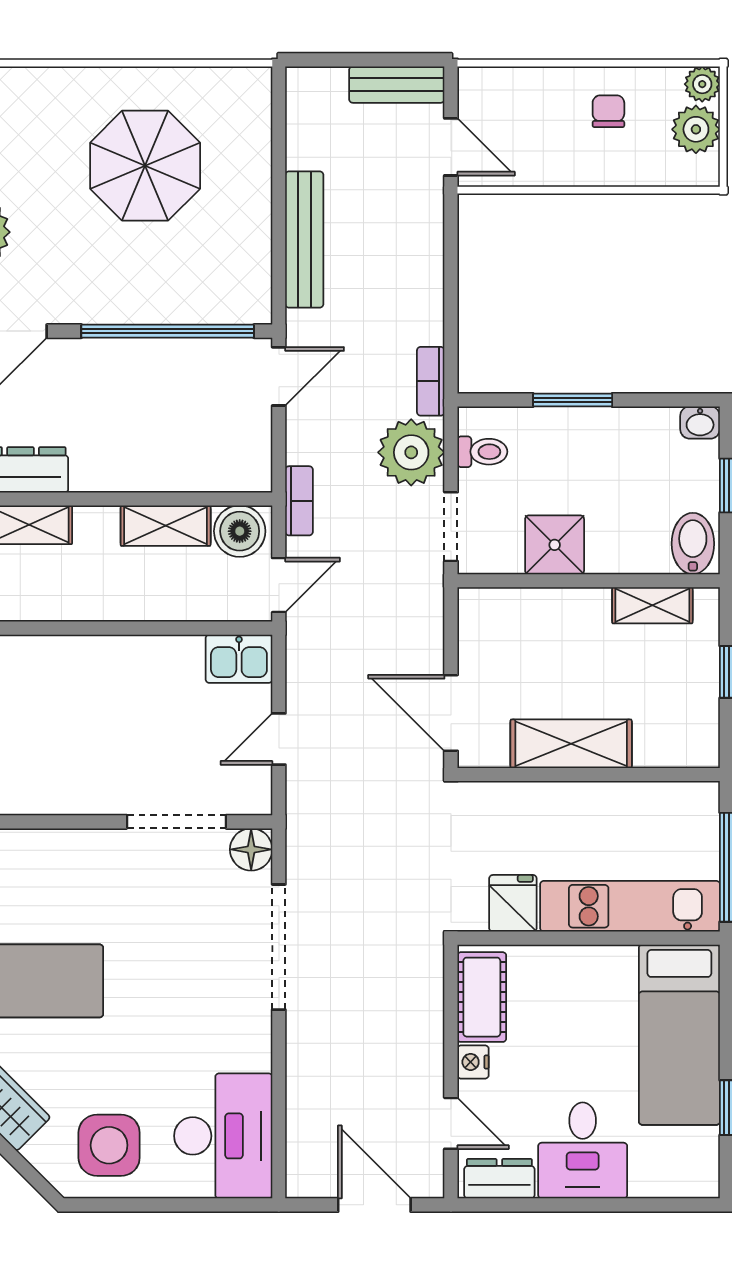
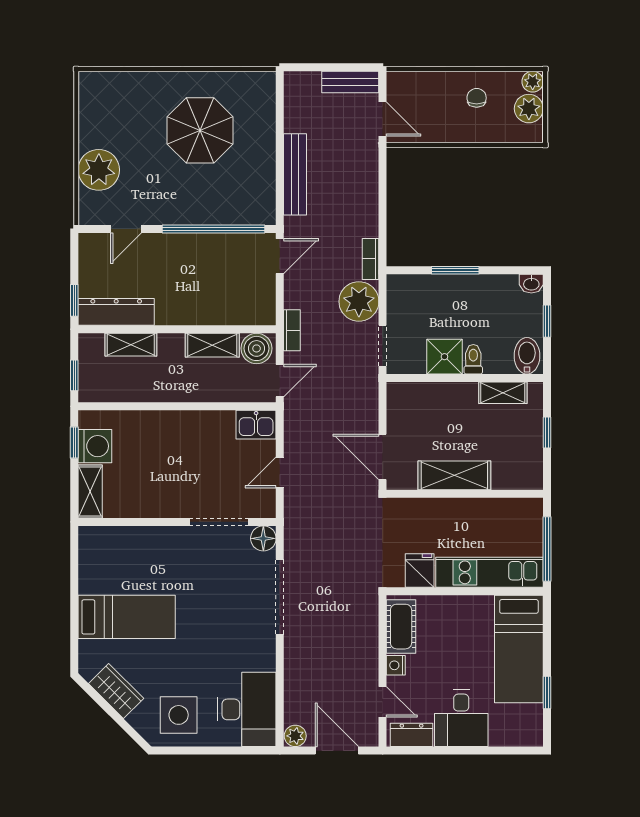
toilet: (482, 452) -> (473, 359), moved, turned -90
plant: (305, 1180) -> (295, 736), added

